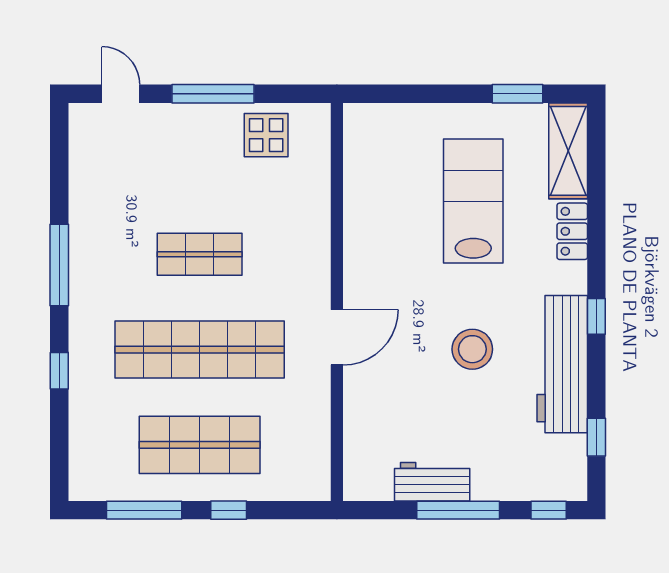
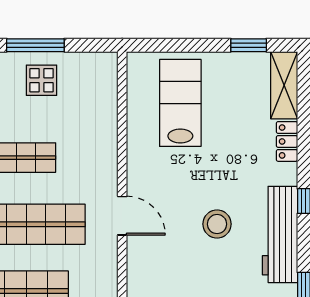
display table: (266, 135) -> (42, 80), moved
lab bench: (473, 201) -> (180, 103), moved
door: (337, 337) -> (122, 216), hinge flipped

